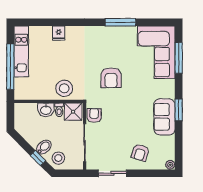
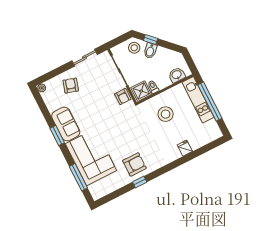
window: (120, 22) -> (140, 182), width x0.46
kitchen unit: (21, 51) -> (198, 100), moved
corner sofa: (156, 52) -> (91, 157), moved
armchair: (111, 78) -> (134, 164), moved, turned 90
stool: (64, 88) -> (166, 114), moved
washbasin: (46, 110) -> (177, 75), moved

